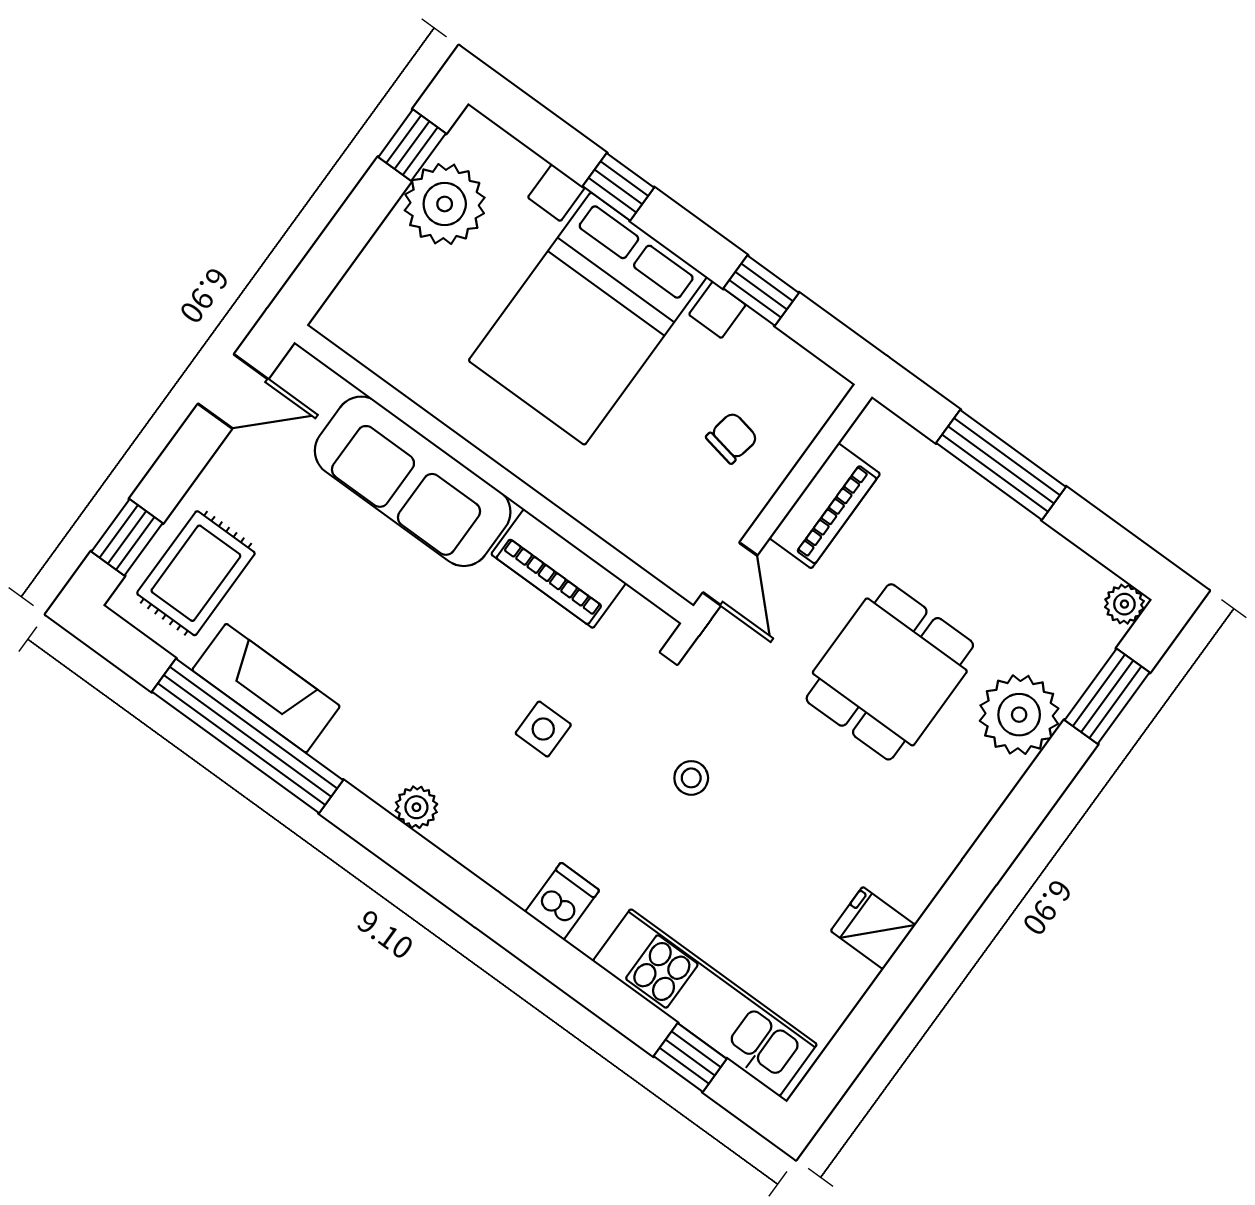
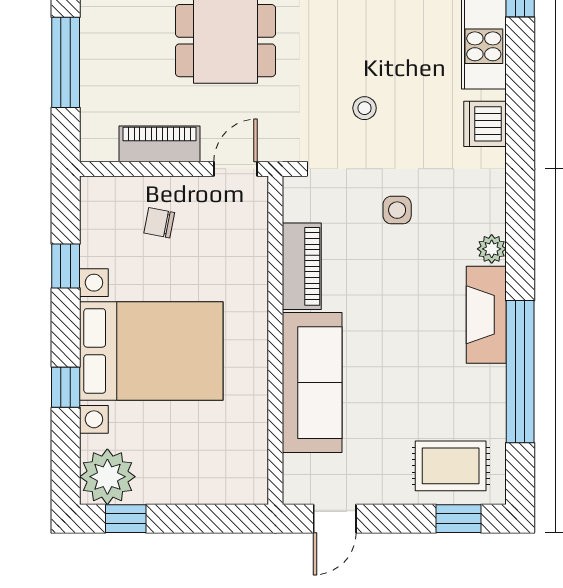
plant: (445, 204) -> (107, 477), moved
door: (233, 391) -> (335, 519), swing flipped
fireplace: (266, 688) -> (486, 315), moved
dishwasher: (562, 901) -> (485, 124), width x1.38

